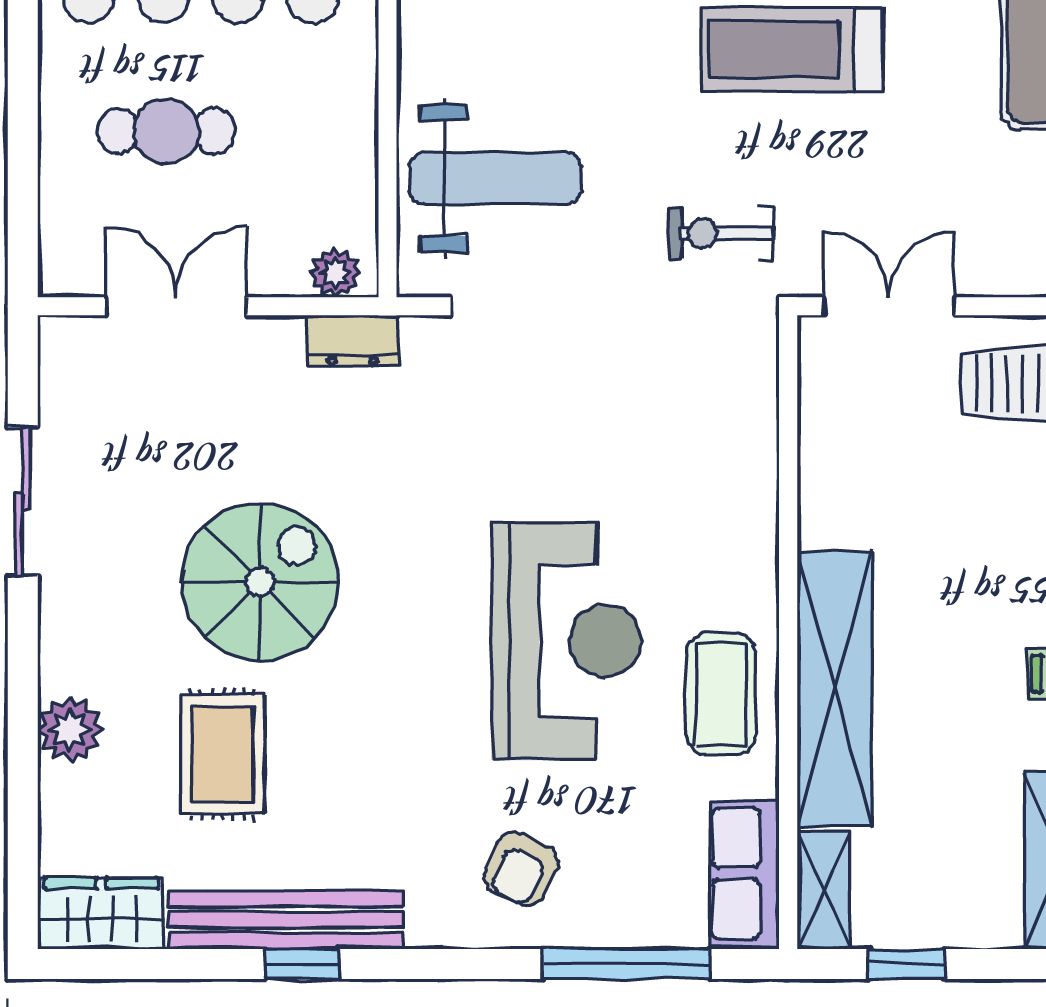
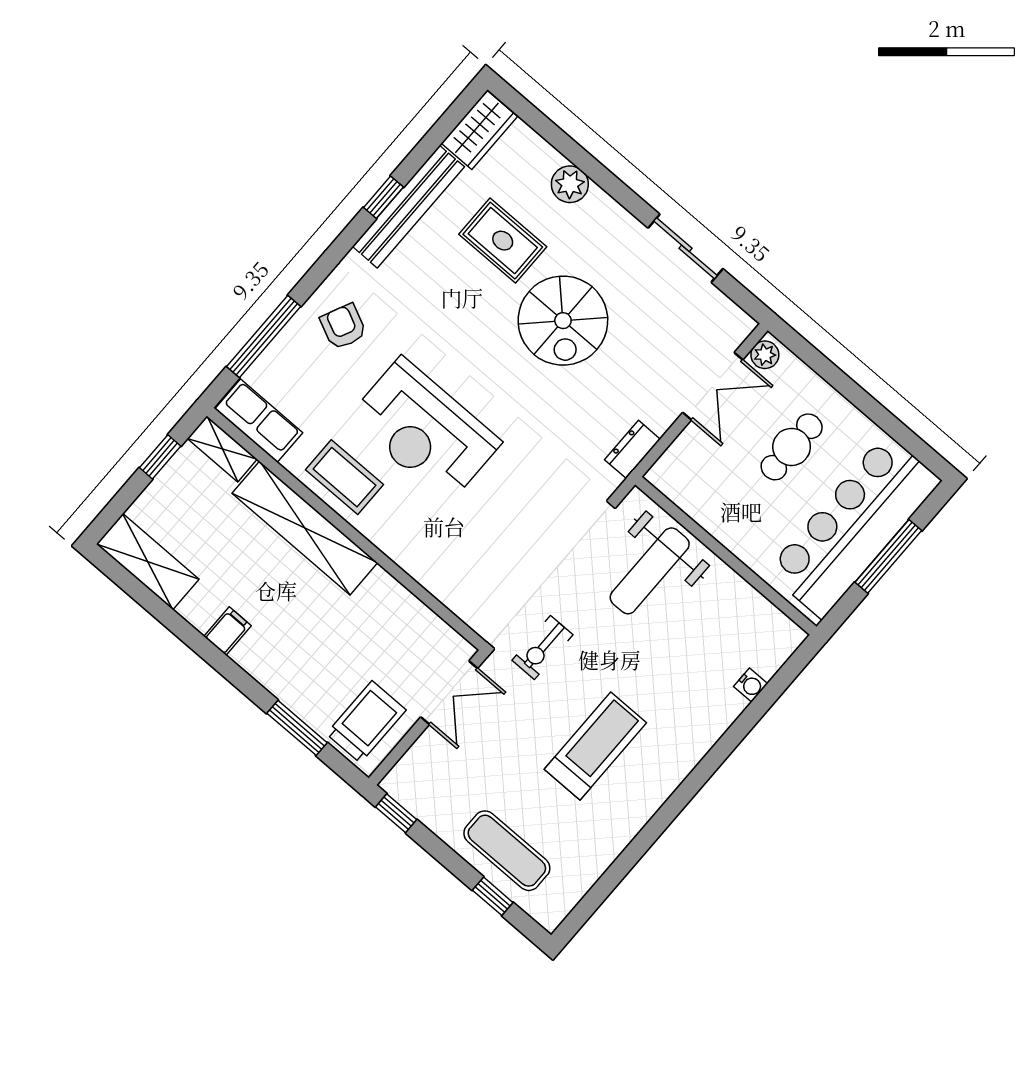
exercise bike: (721, 233) -> (542, 648), turned 180
plant: (335, 273) -> (765, 355), moved

